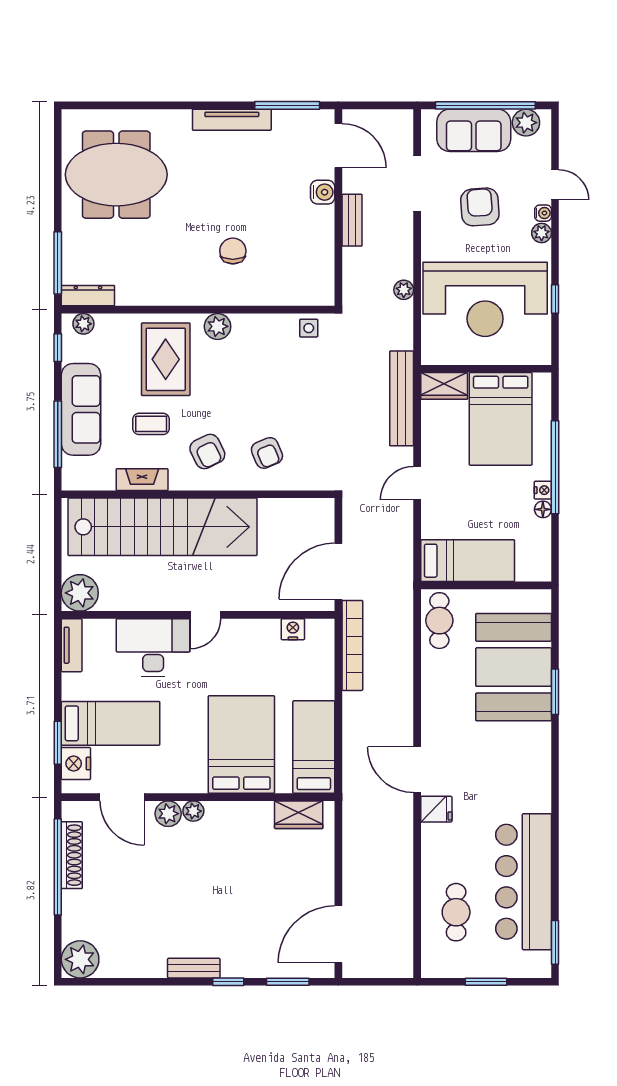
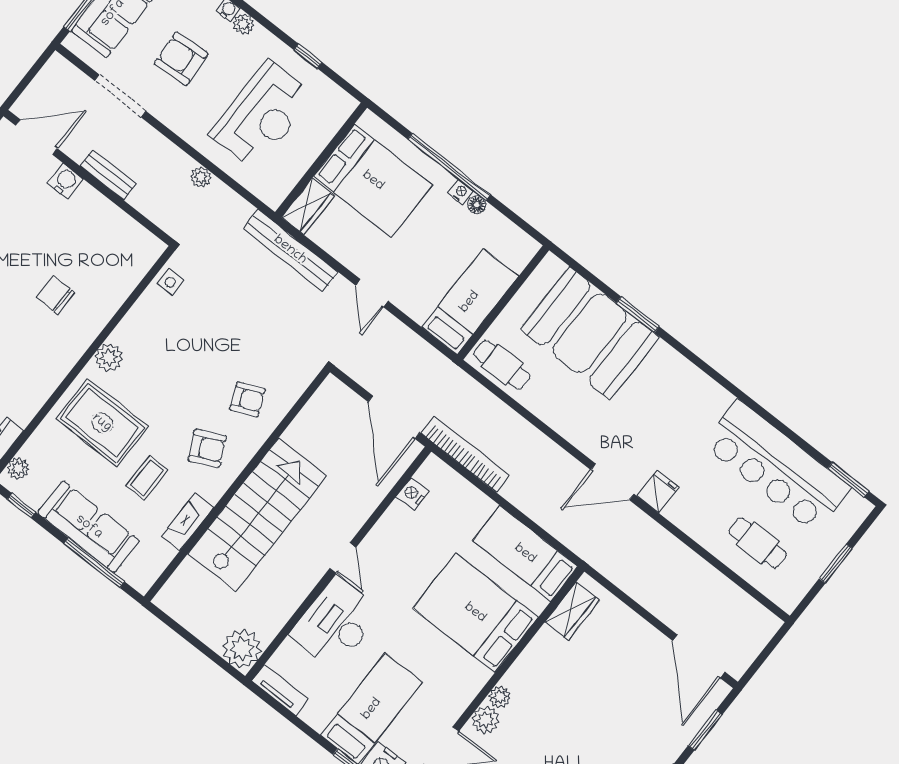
reception desk: (485, 299) -> (262, 115), width x0.74, depth x0.77
stairs: (162, 527) -> (257, 515), width x0.73

